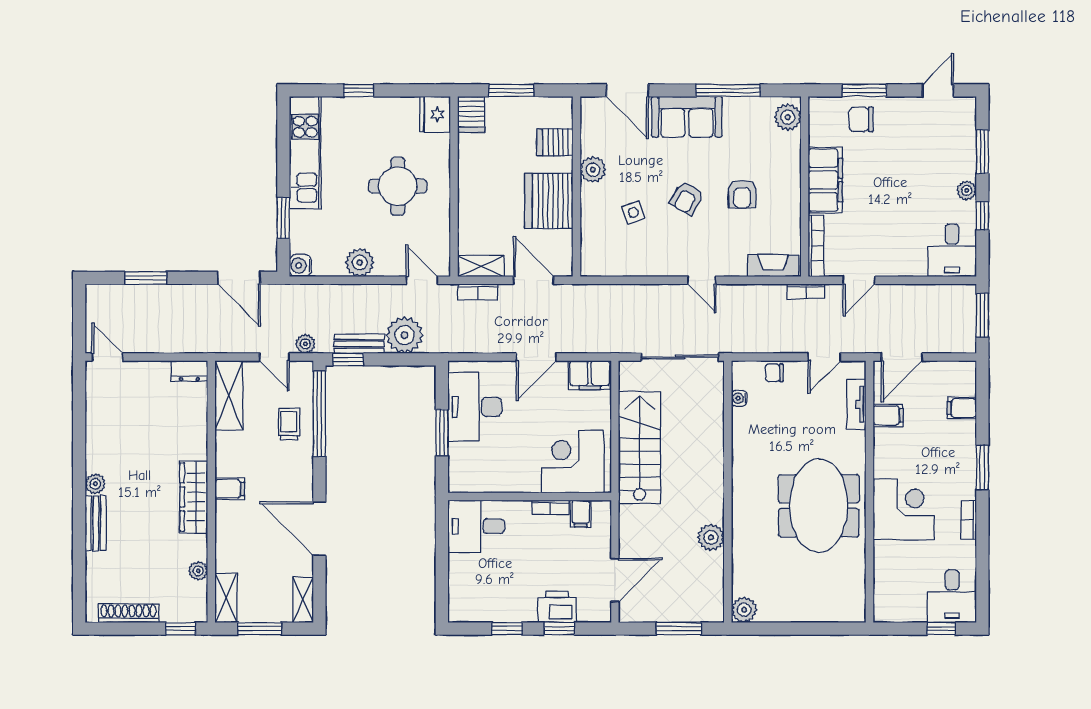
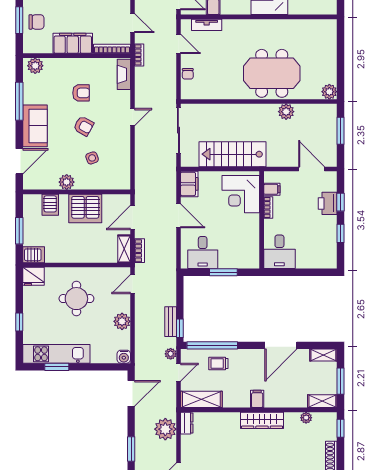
chair: (861, 119) -> (36, 22), turned -90
window: (283, 218) -> (57, 367), moved
plant: (405, 335) -> (165, 429), moved
water cooler: (739, 398) -> (203, 95), removed
desk: (475, 407) -> (203, 253), width x0.73
meeting table: (819, 506) -> (272, 73), moved

